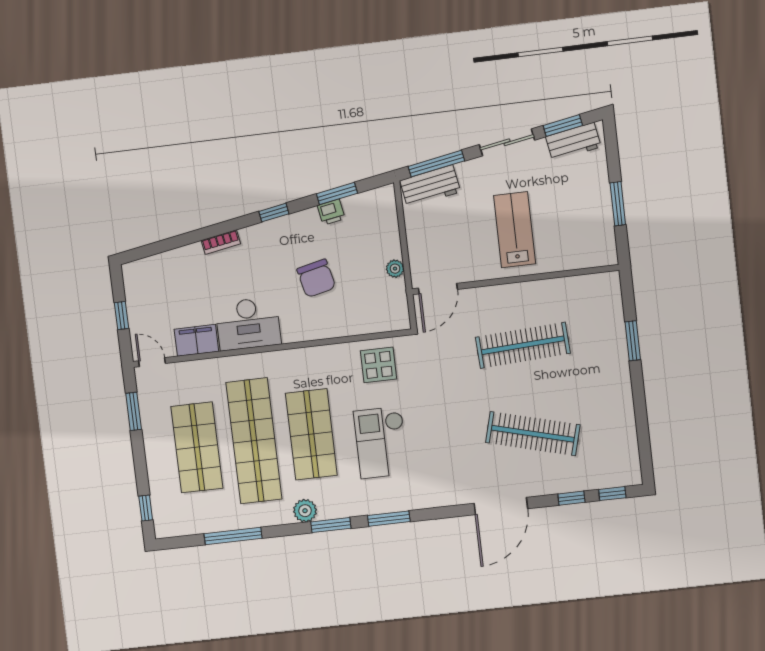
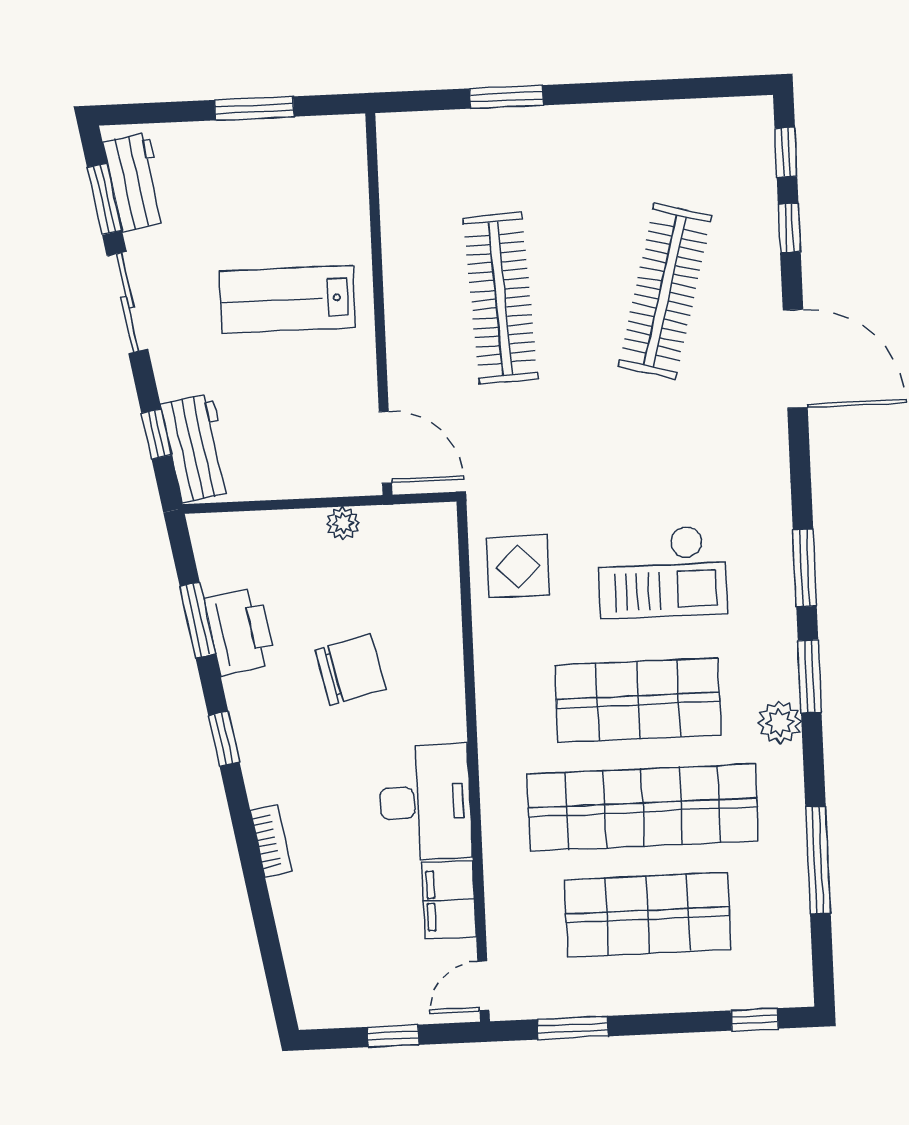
window: (436, 164) -> (157, 434), width x0.46
printer: (331, 212) -> (240, 631), width x1.87, depth x1.48

